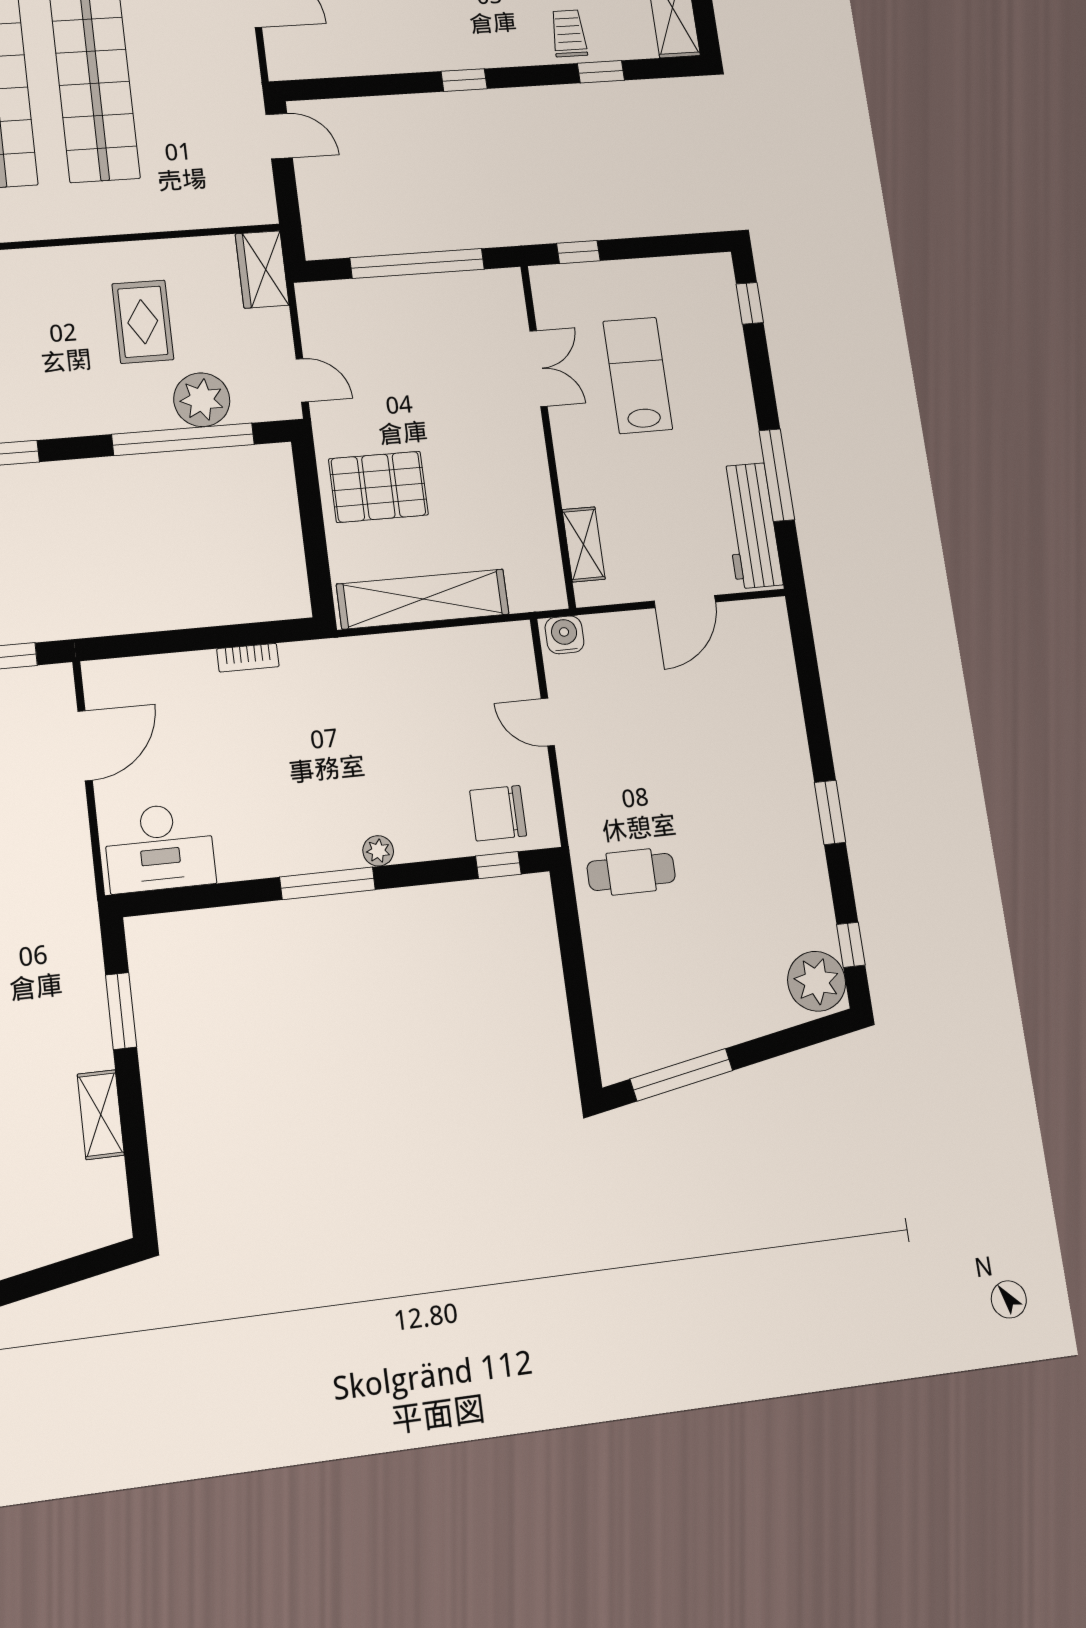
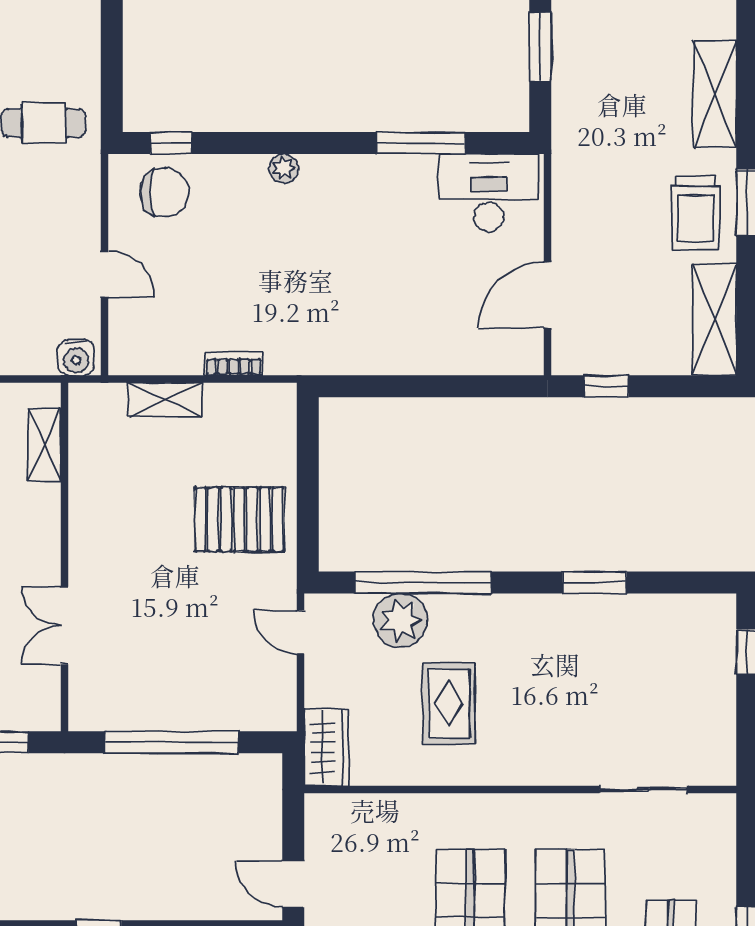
shelving: (423, 599) -> (165, 400), width x0.45, depth x0.75
bookcase: (248, 658) -> (234, 364), moved
window: (328, 883) -> (421, 143), moved

